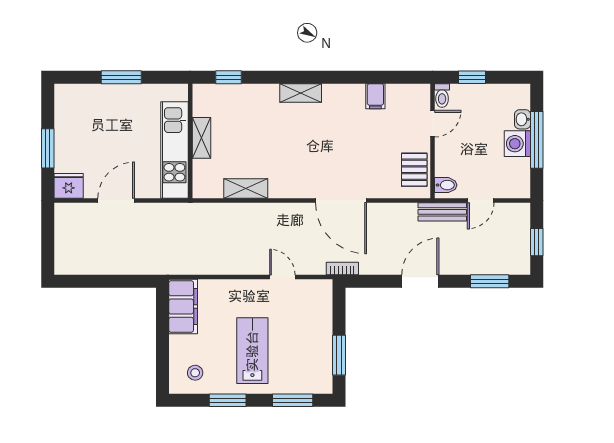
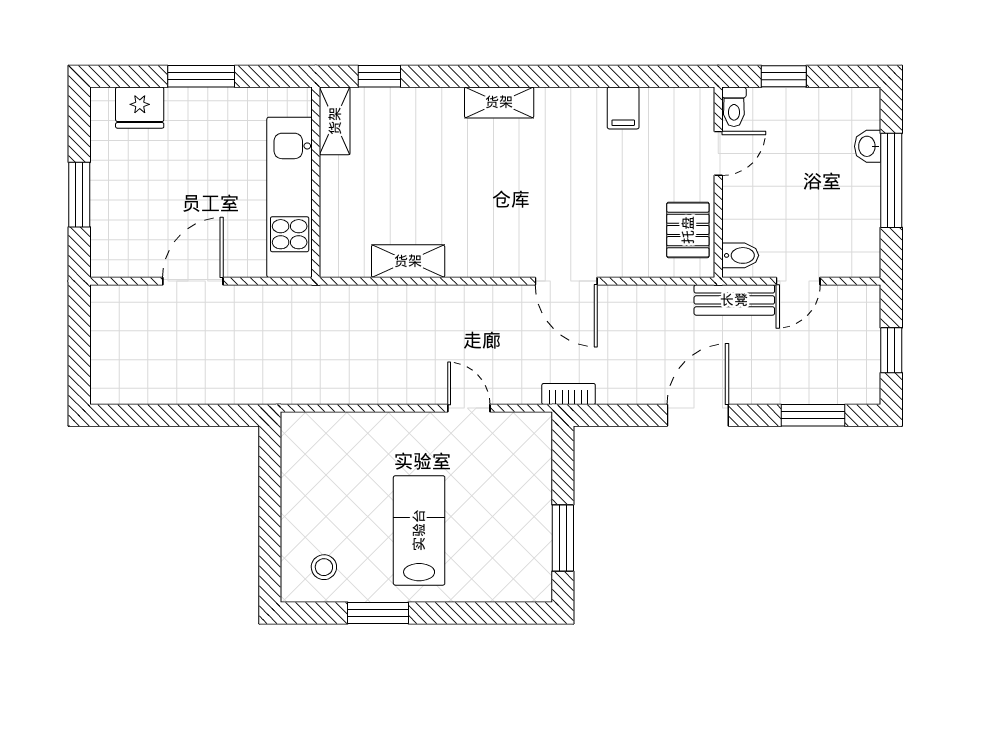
shelving: (202, 138) -> (335, 121), moved
washing machine: (517, 144) -> (859, 187), removed
fridge: (69, 186) -> (140, 108), moved, turned 180
door: (341, 200) -> (566, 281), width x0.73
filing cabinet: (183, 307) -> (304, 457), removed
window: (293, 400) -> (486, 613), removed

